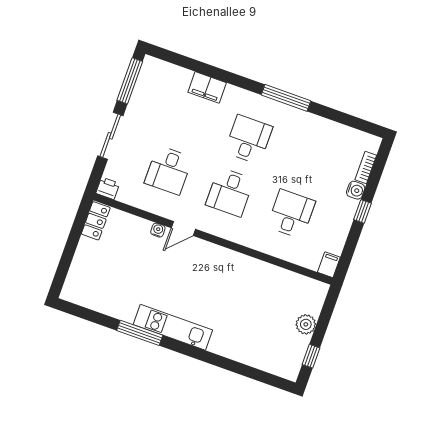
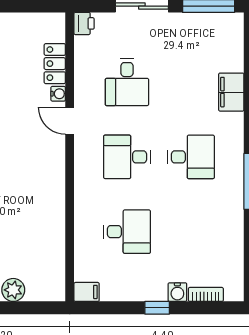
desk: (168, 170) -> (127, 82), turned -90
locker: (96, 221) -> (55, 64), moved, turned 90

